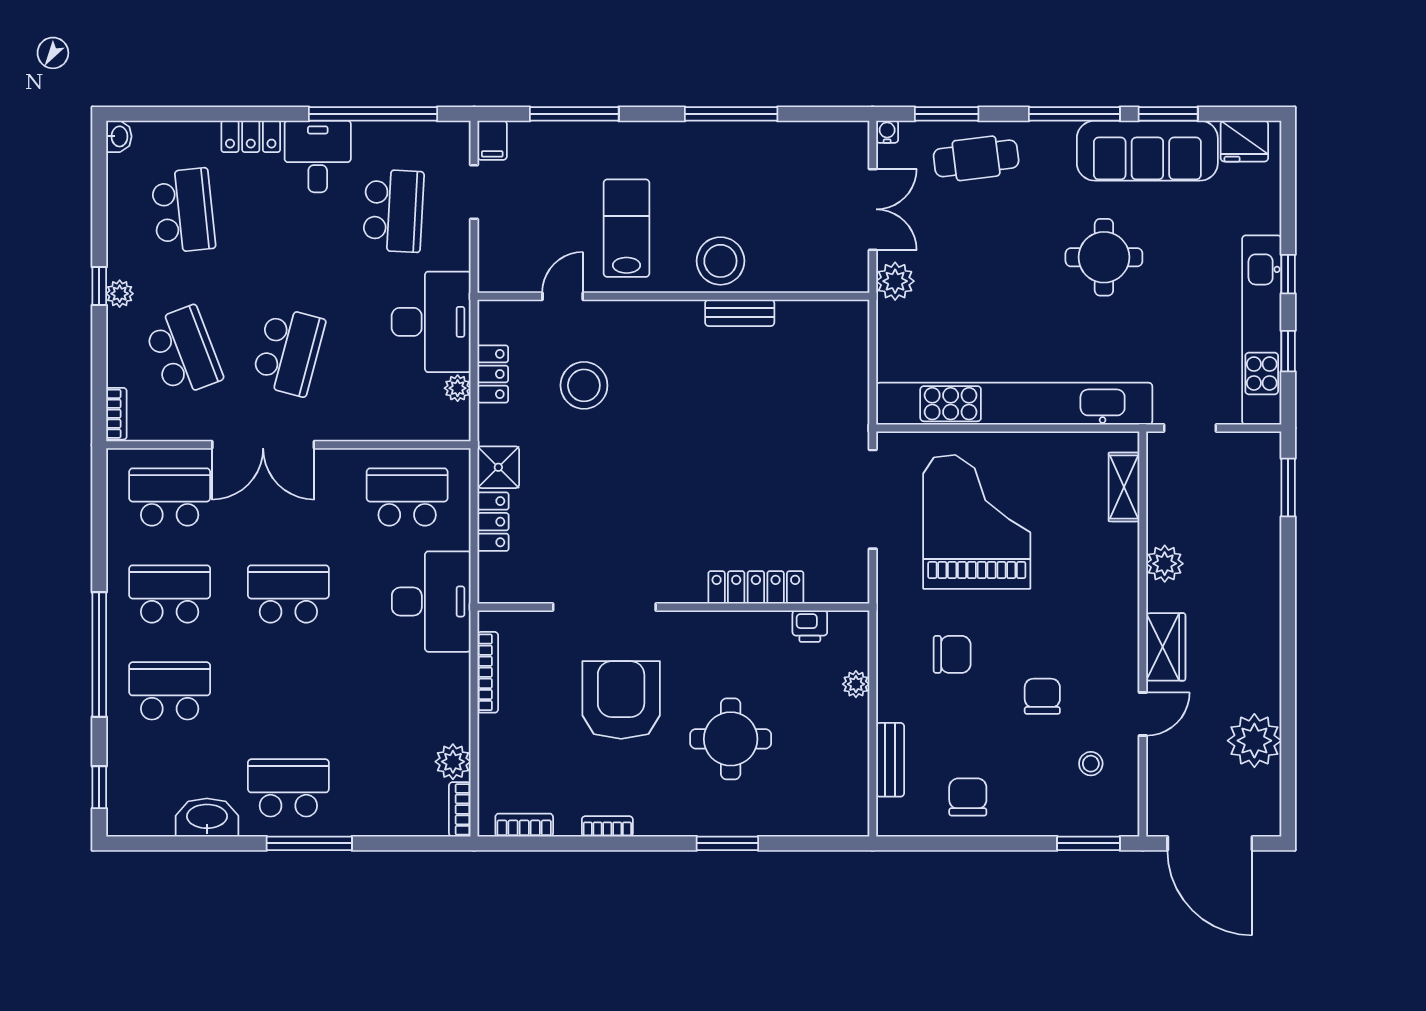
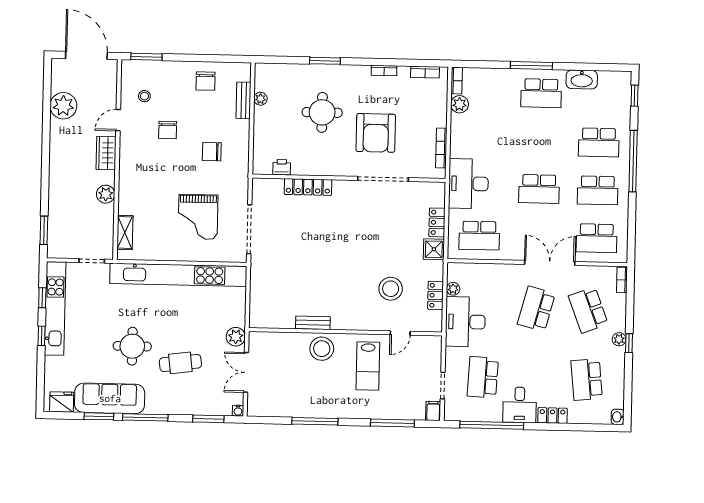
cafe table: (976, 158) -> (180, 363), moved
grand piano: (977, 522) -> (198, 217), width x0.73, depth x0.68
plant: (856, 684) -> (260, 99), moved

